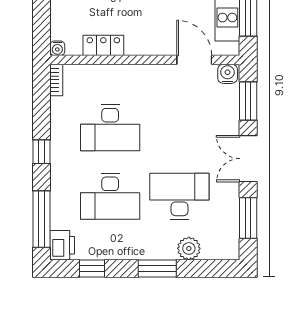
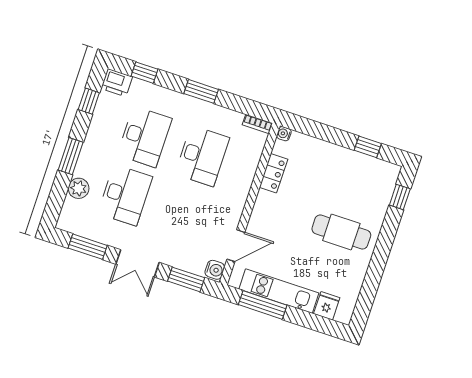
desk: (110, 128) -> (202, 156), turned 180
window: (42, 152) -> (201, 91), width x1.50
double door: (248, 159) -> (138, 263), swing flipped
desk: (110, 196) -> (144, 137), turned 180
window: (42, 219) -> (145, 73), width x0.46

